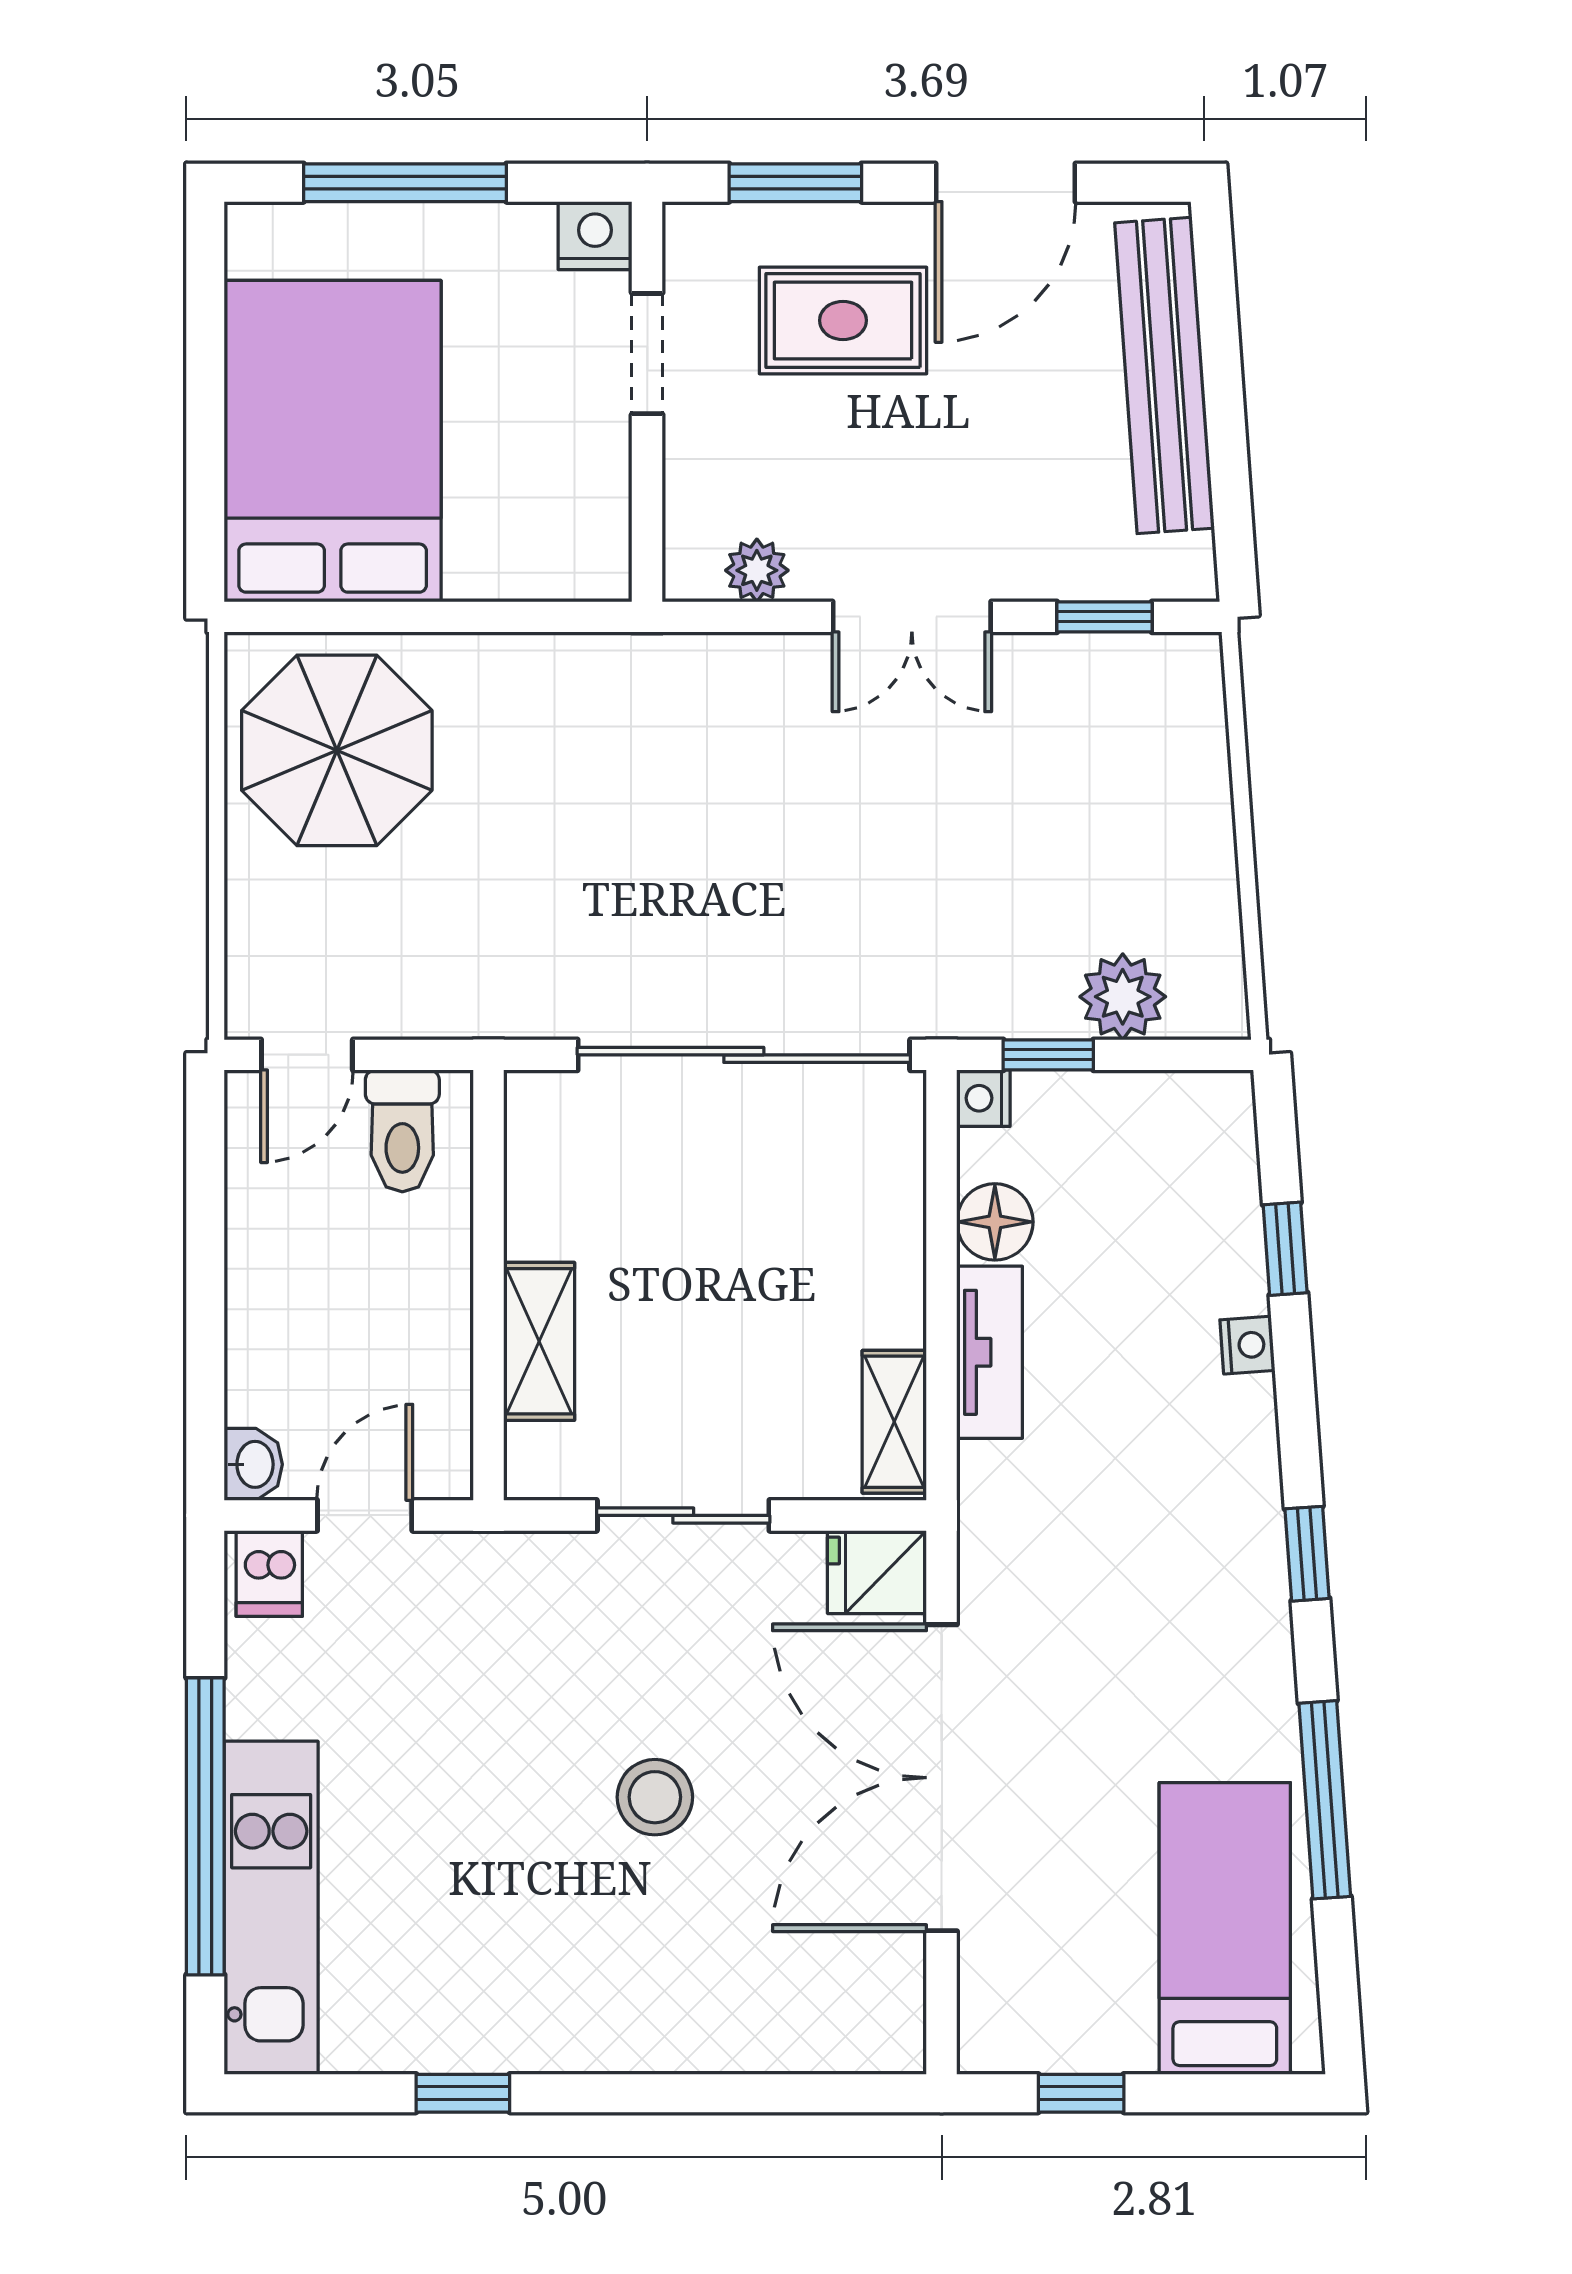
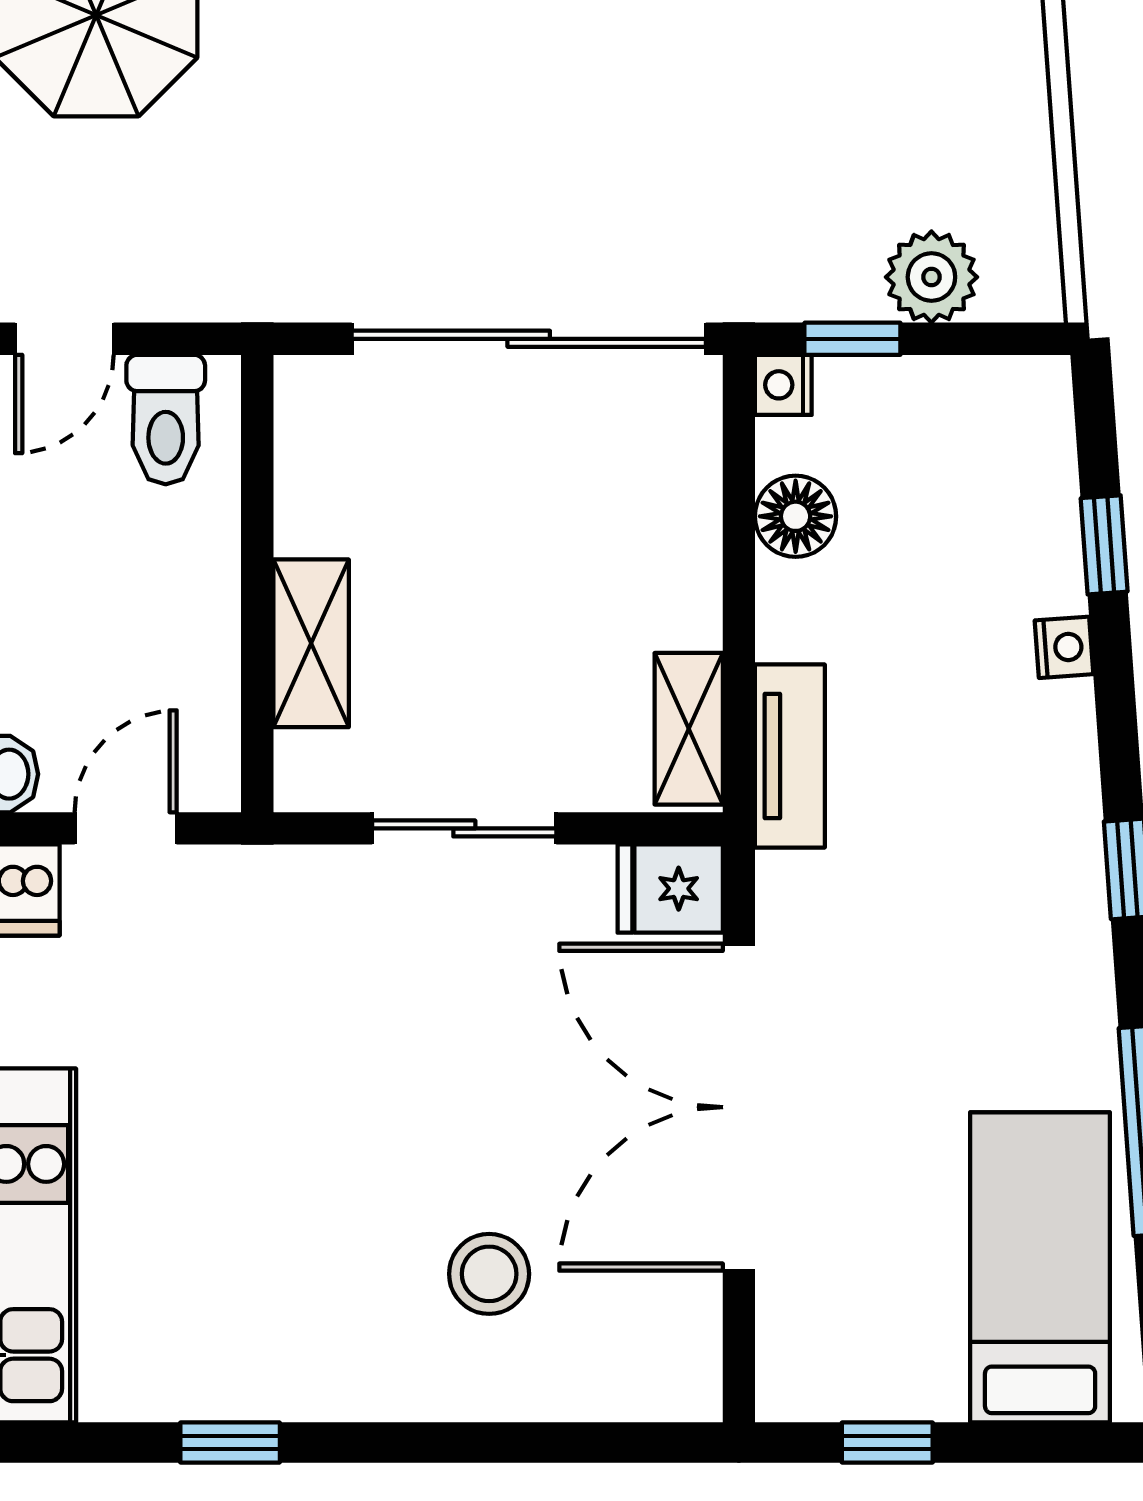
tv unit: (990, 1352) -> (790, 756), moved
stool: (655, 1797) -> (489, 1274), moved

